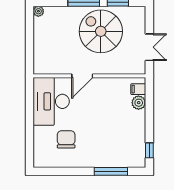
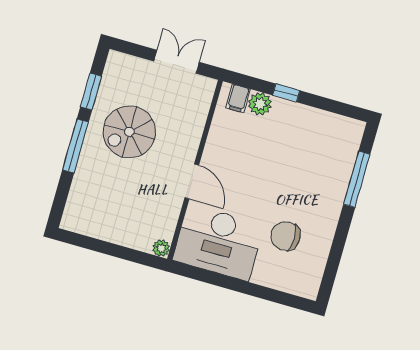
plant: (38, 11) -> (161, 248), moved
spiral stairs: (101, 31) -> (129, 132), width x0.73, depth x0.73
window: (149, 150) -> (286, 93), moved

